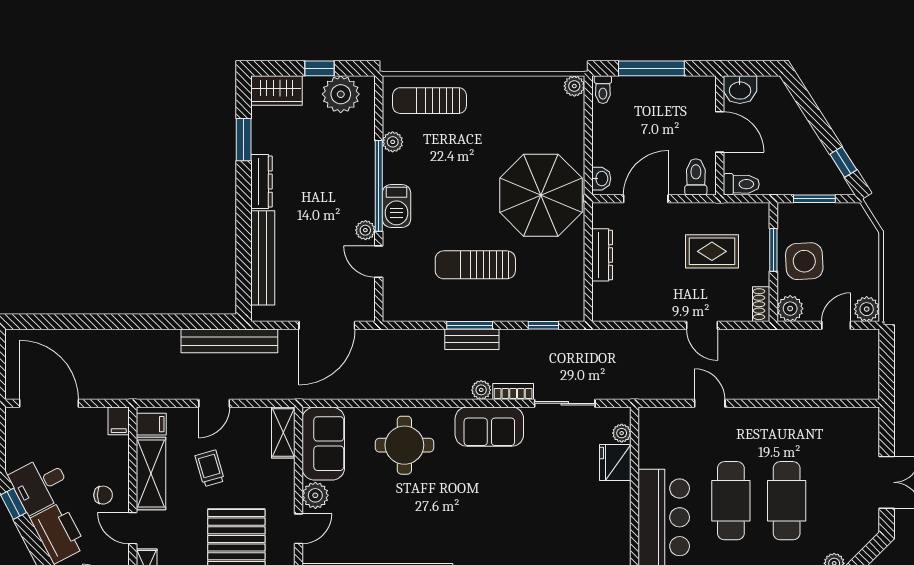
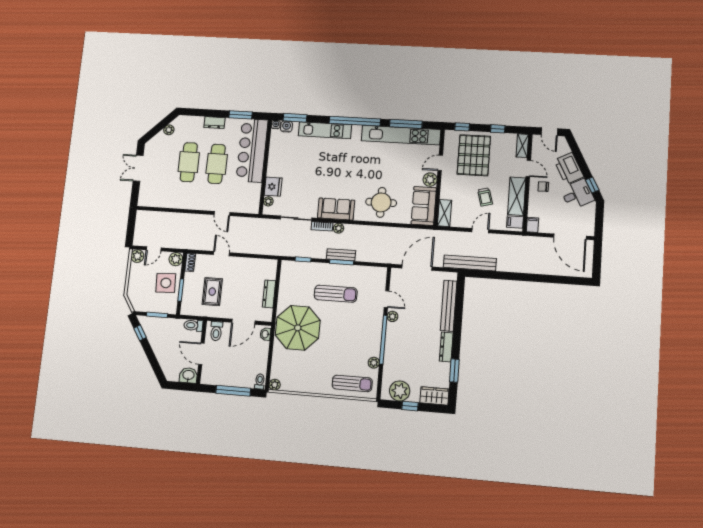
barbecue: (397, 206) -> (375, 328), removed
rug: (712, 251) -> (212, 292), turned 90

